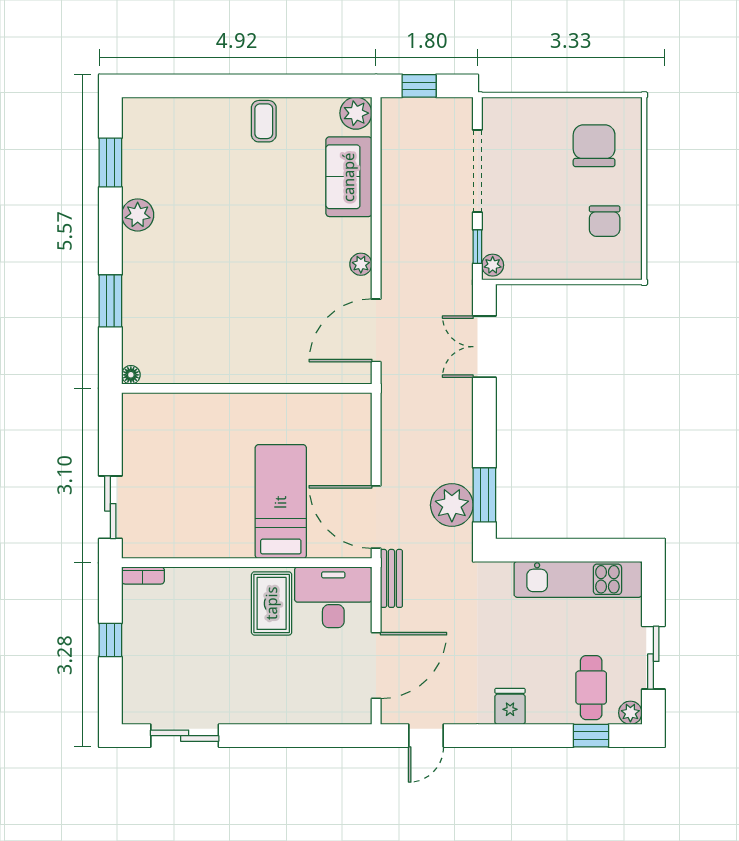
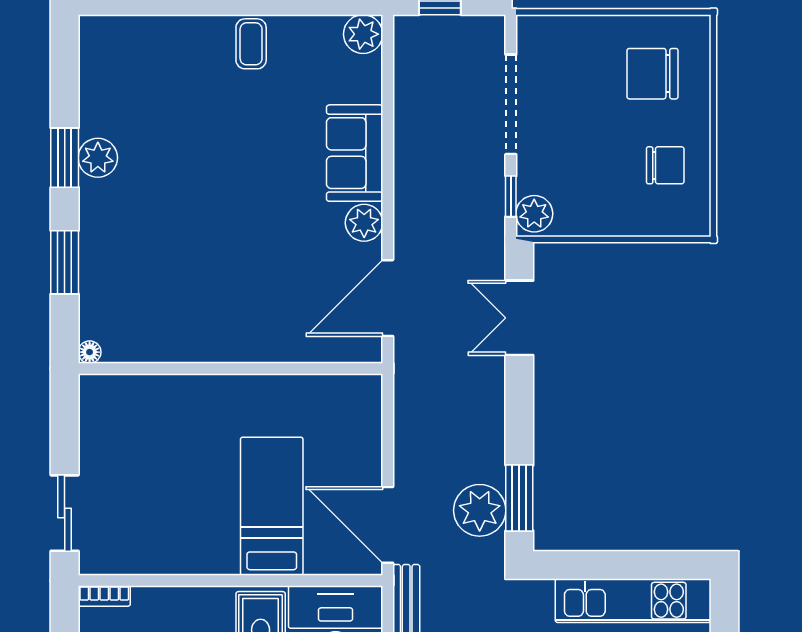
chair: (594, 146) -> (653, 74), turned -90
window: (110, 162) -> (65, 158), moved
sofa: (349, 177) -> (355, 153), moved
chair: (605, 221) -> (665, 165), turned -90
plant: (361, 264) -> (364, 223), width x1.38, depth x1.38
plant: (493, 265) -> (534, 214), width x1.38, depth x1.38

